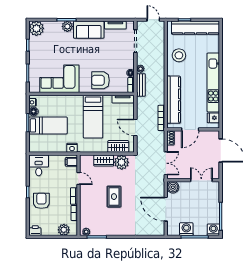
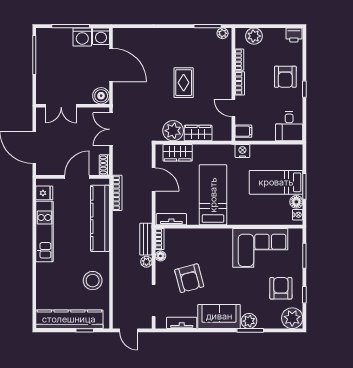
armchair: (45, 50) -> (281, 288), added
armchair: (100, 80) -> (189, 278), moved, turned 75
kitchen unit: (213, 82) -> (45, 231), width x0.73
washing machine: (213, 230) -> (101, 36), moved

